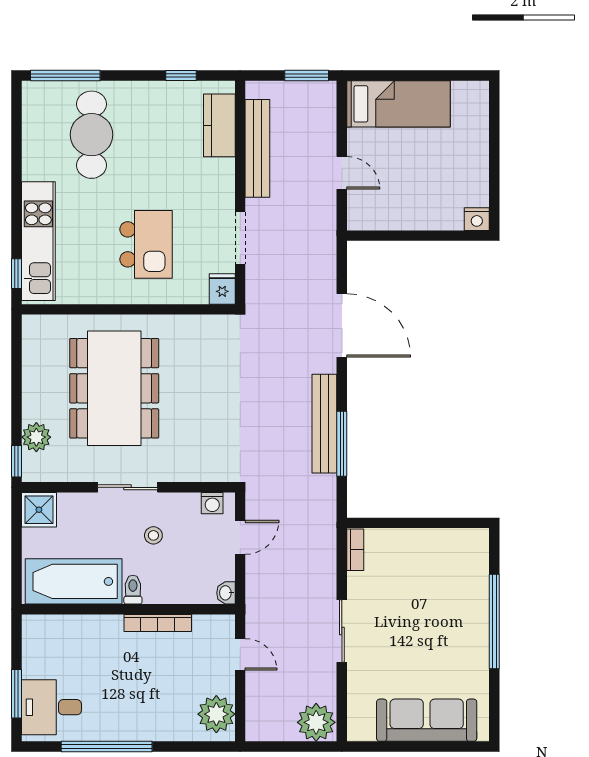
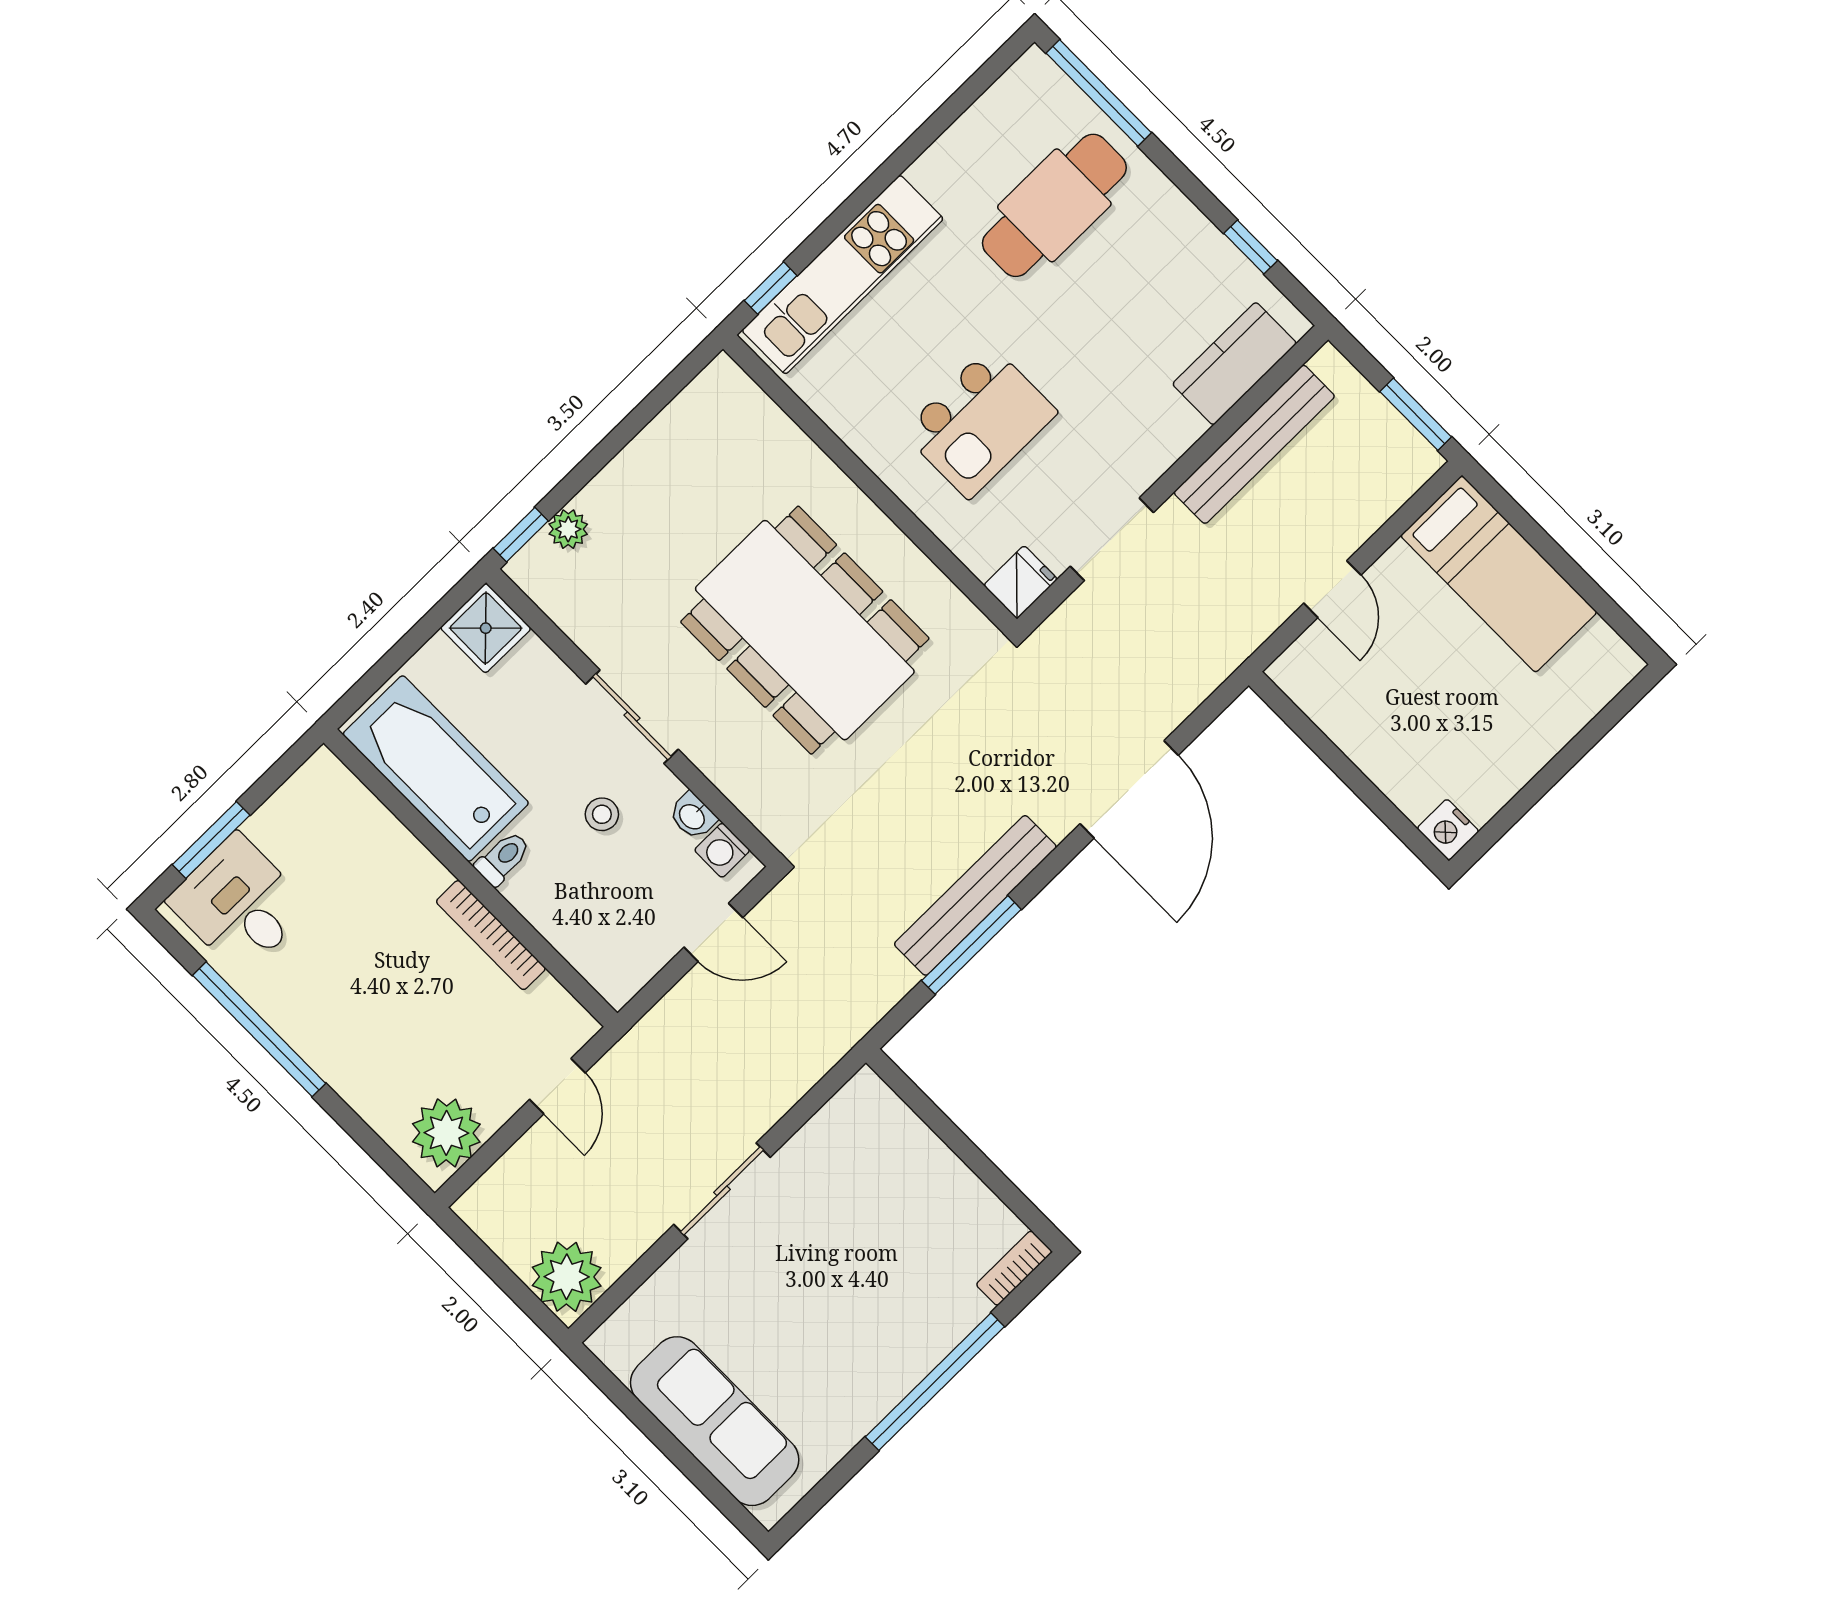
dining table: (114, 388) -> (805, 630), moved, turned 90
plant: (36, 437) -> (568, 529), width x0.73, depth x0.73
bookcase: (355, 550) -> (1014, 1268), moved, turned 180
washbasin: (226, 593) -> (693, 816), moved, turned -90

